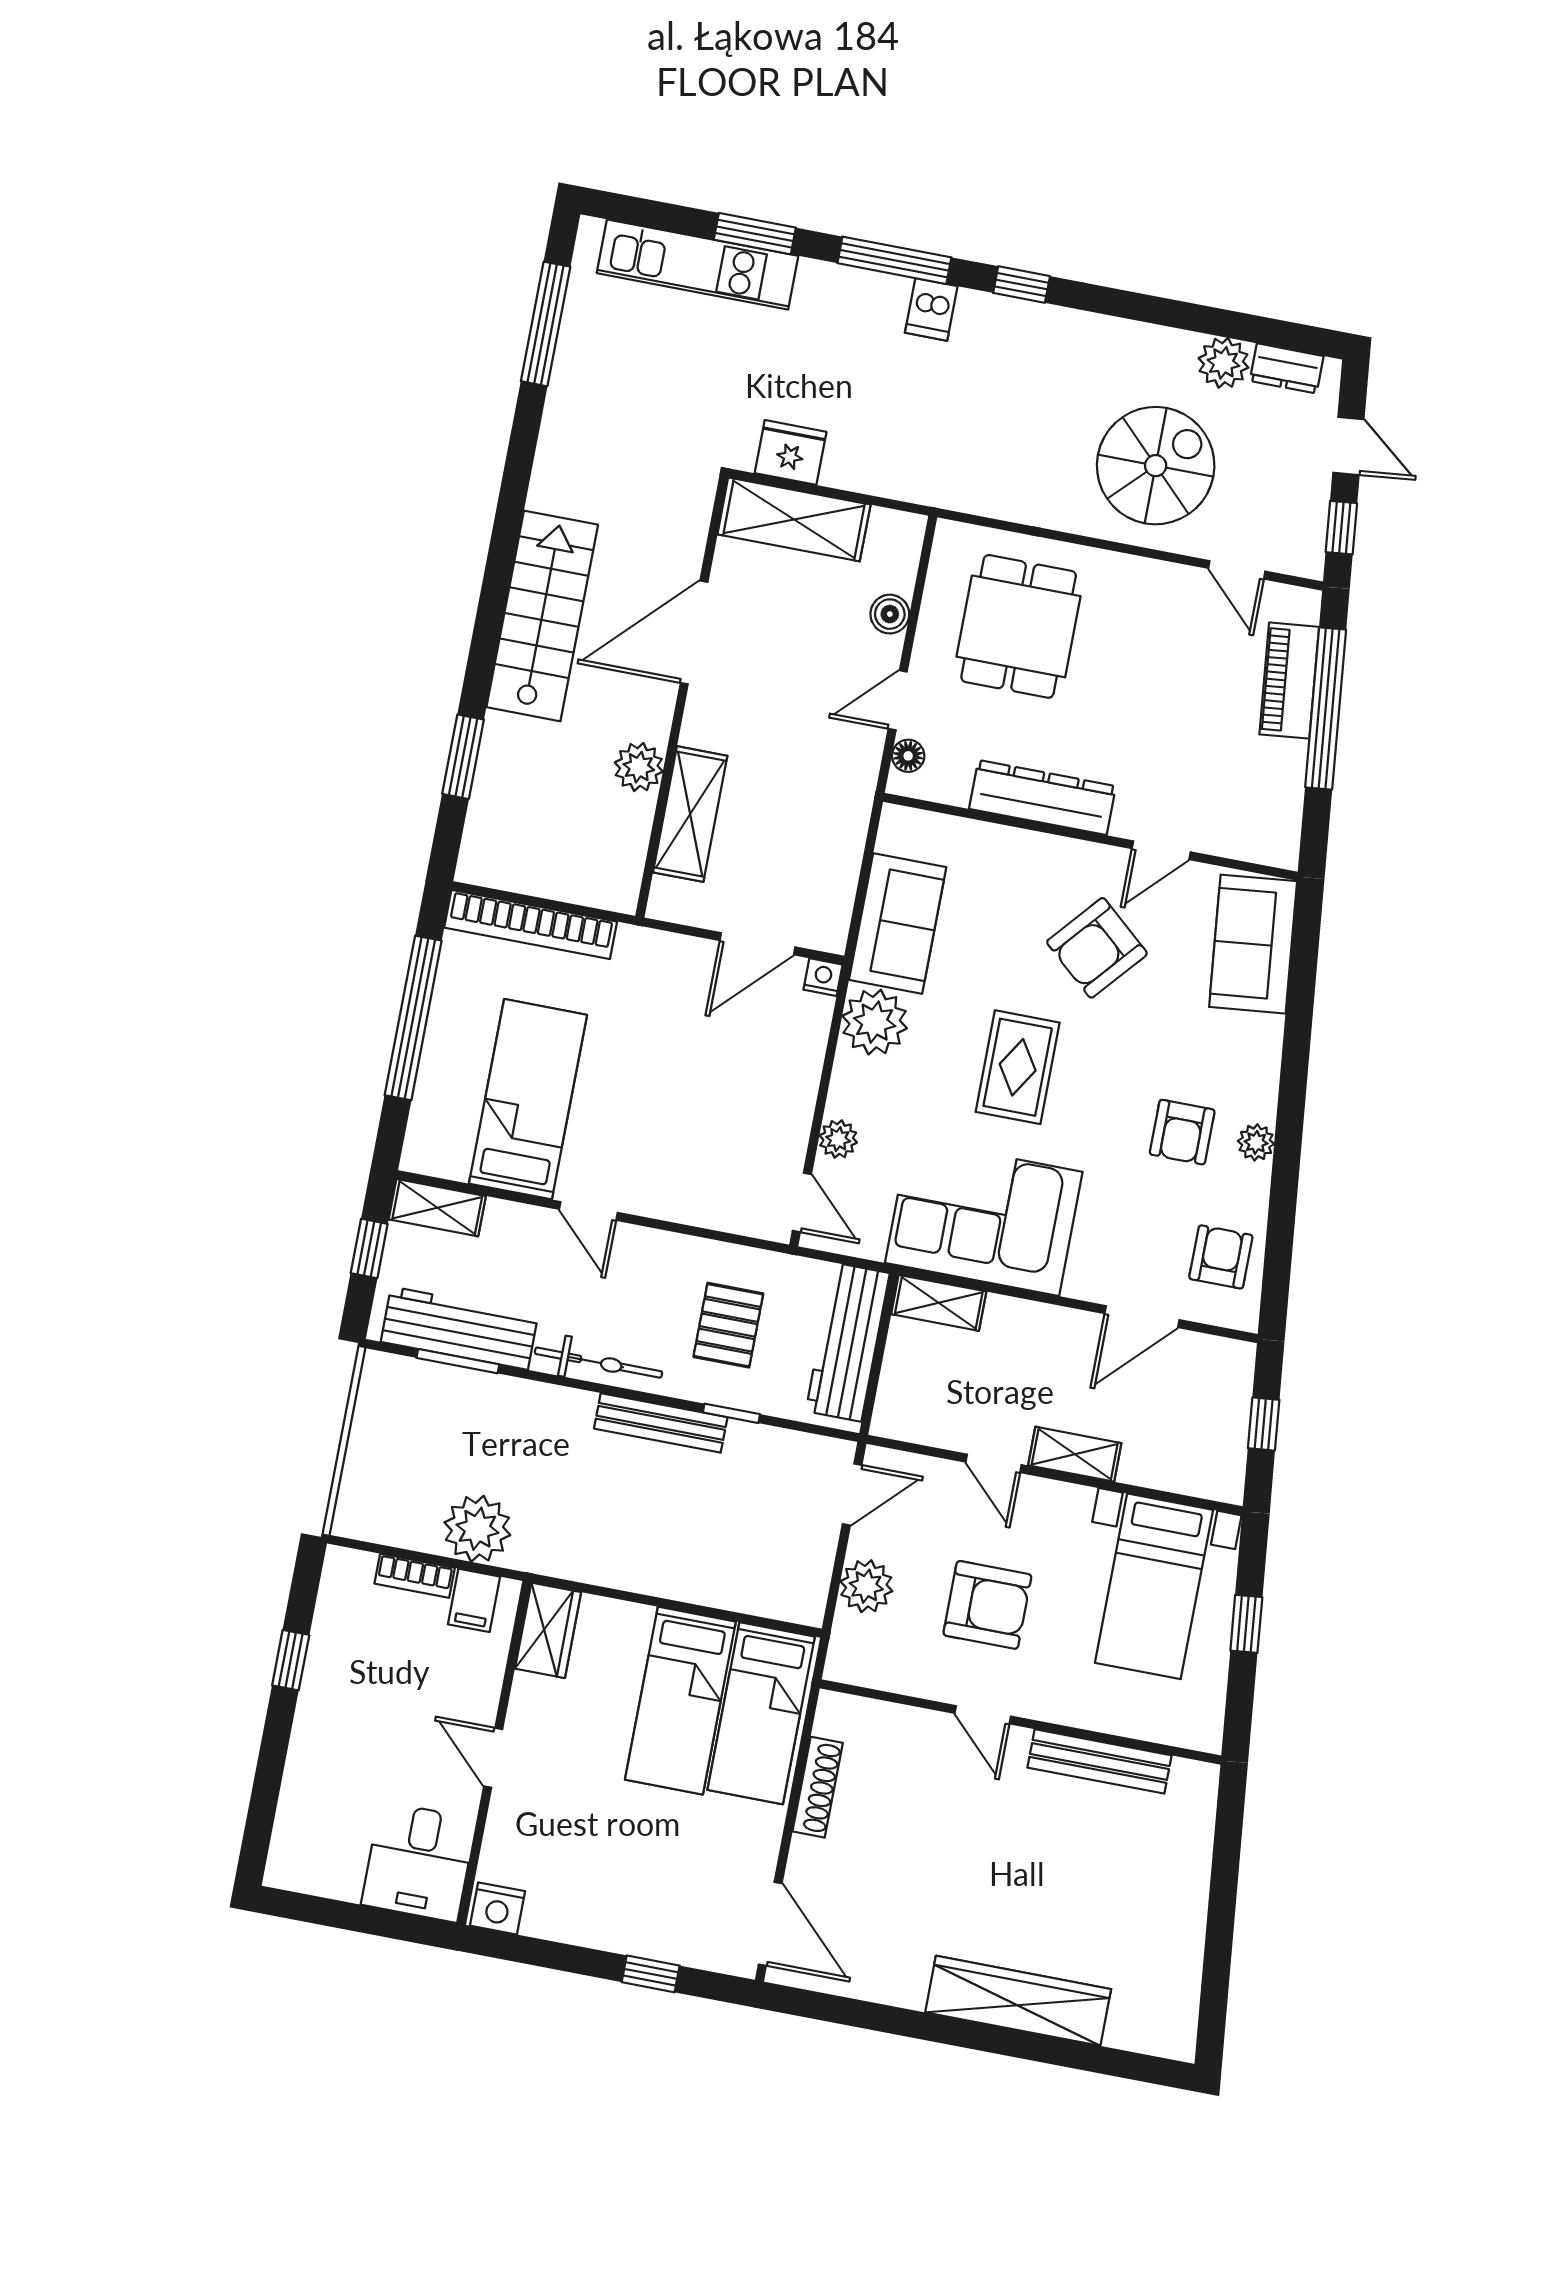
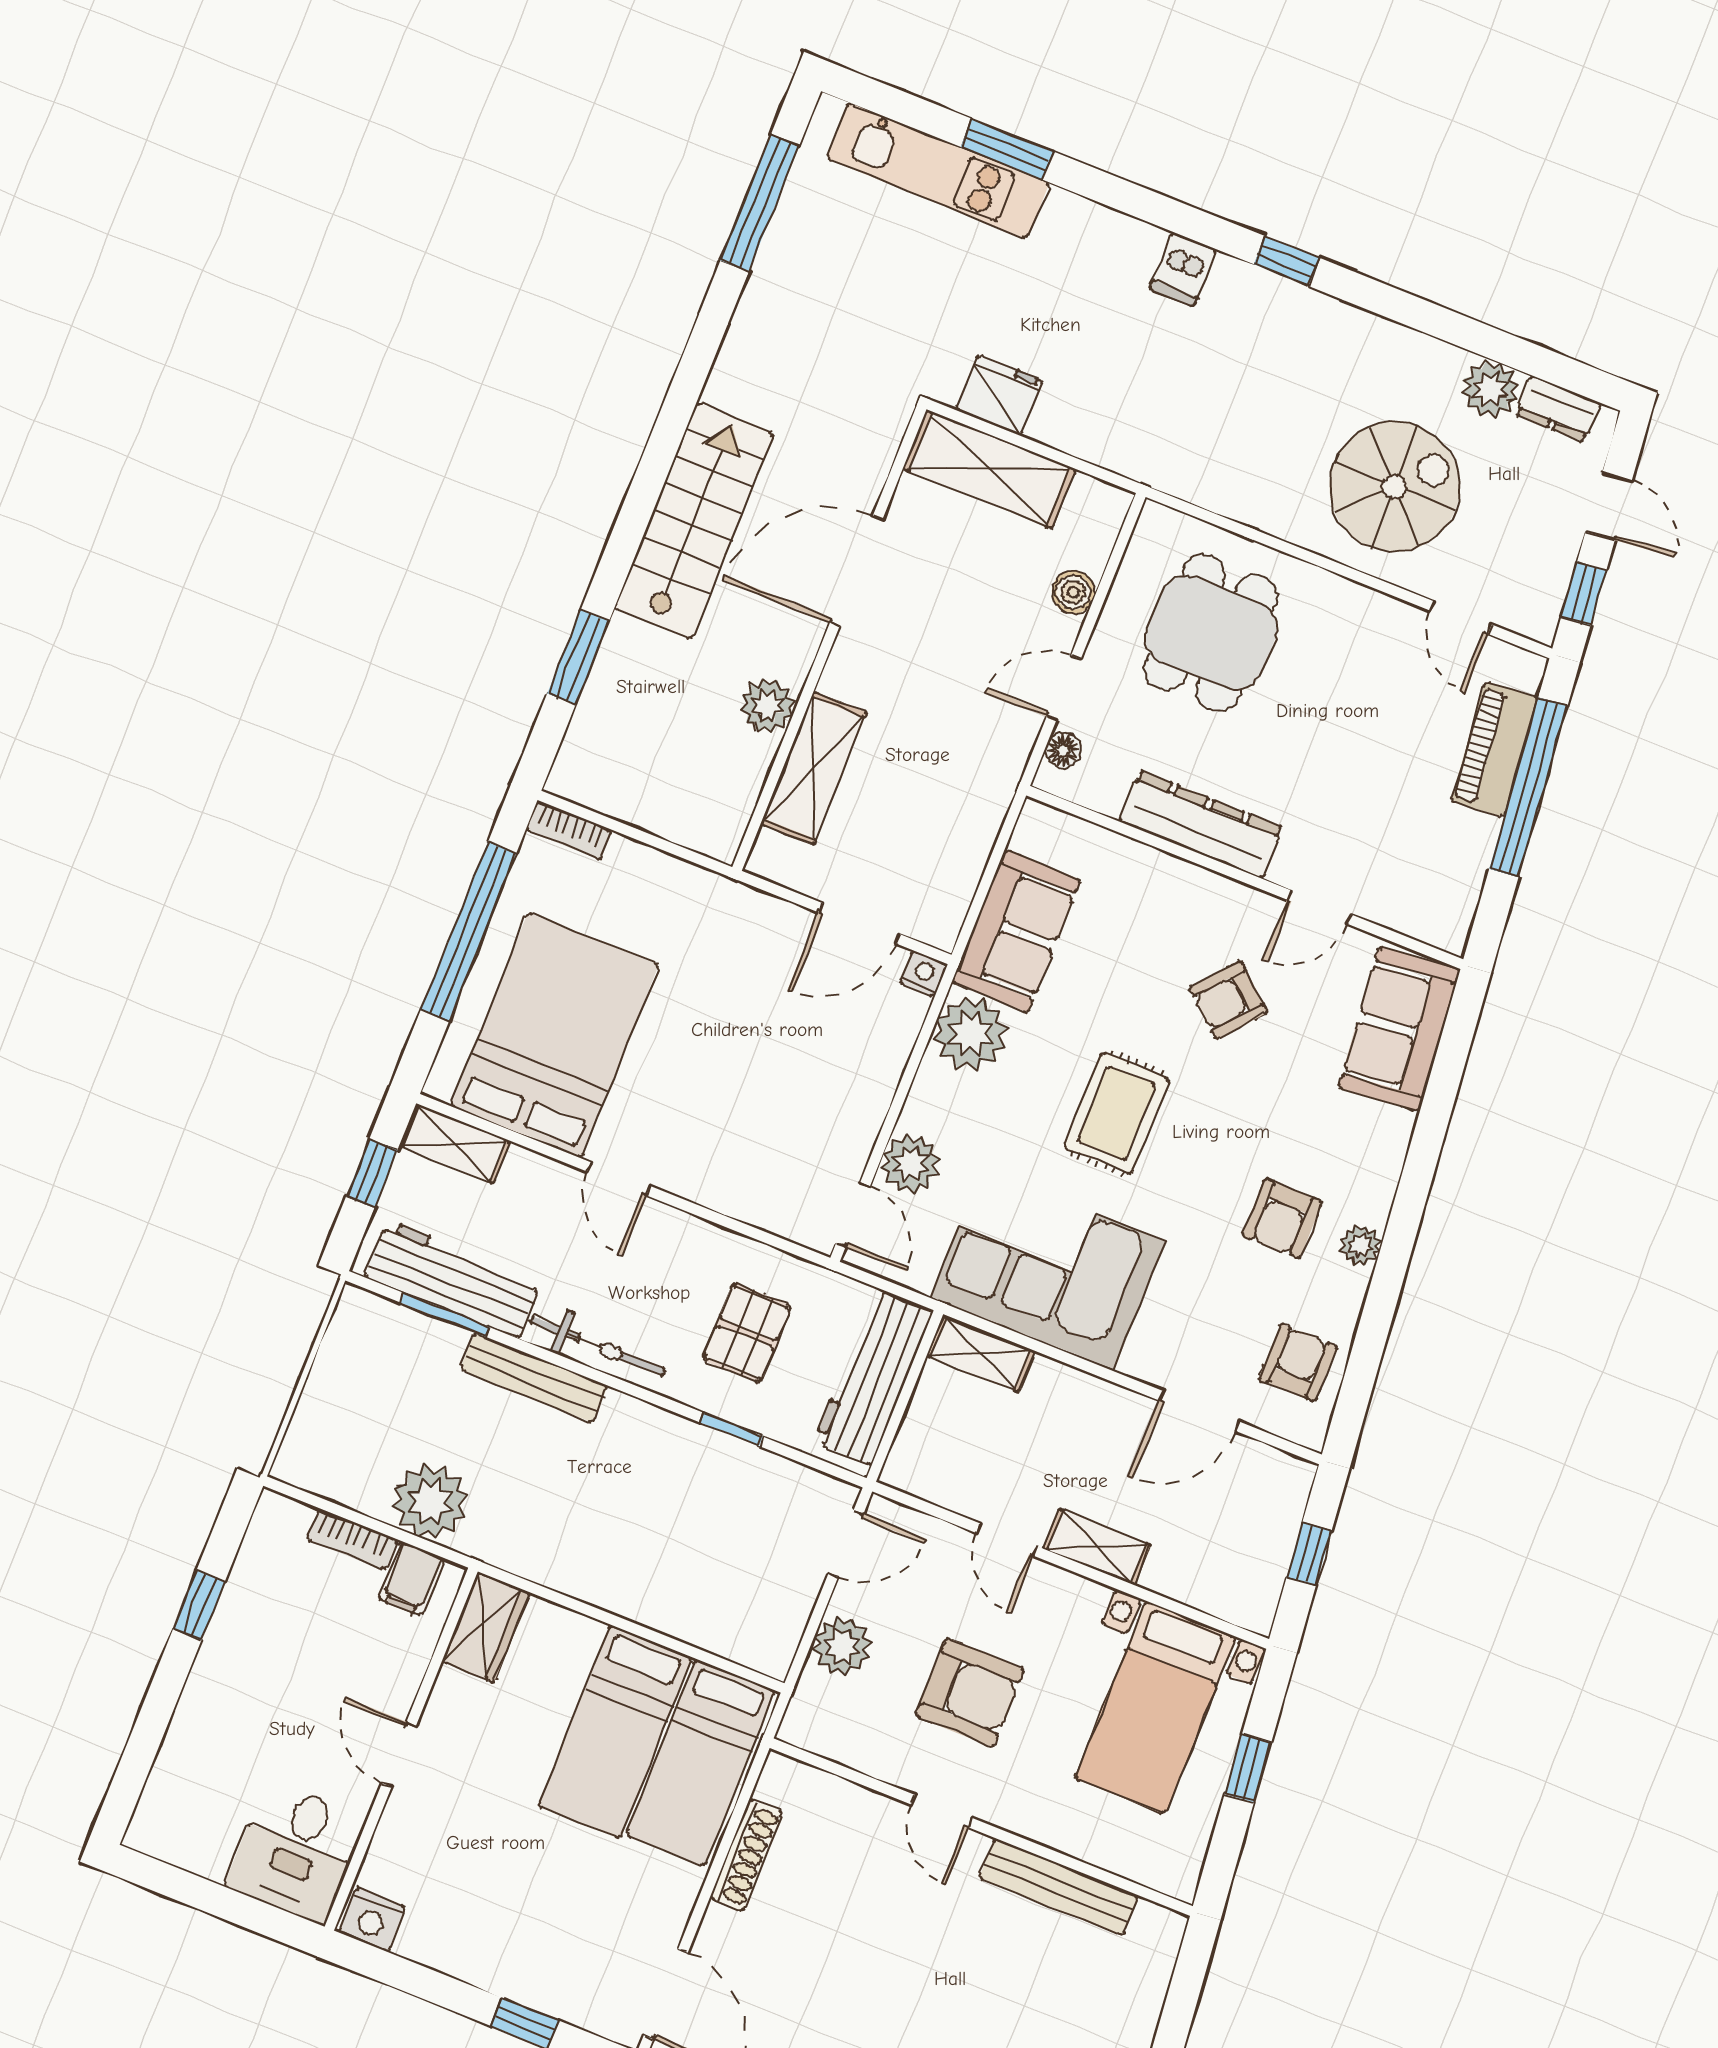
window: (894, 260) -> (1153, 208), removed
bookcase: (531, 925) -> (569, 830), width x0.43, depth x0.76
armchair: (1097, 948) -> (1228, 1000), width x0.72, depth x0.72
bed: (528, 1099) -> (555, 1035), width x1.50
plant: (838, 1139) -> (910, 1164), width x1.38, depth x1.38
bench: (661, 1423) -> (534, 1378), moved

